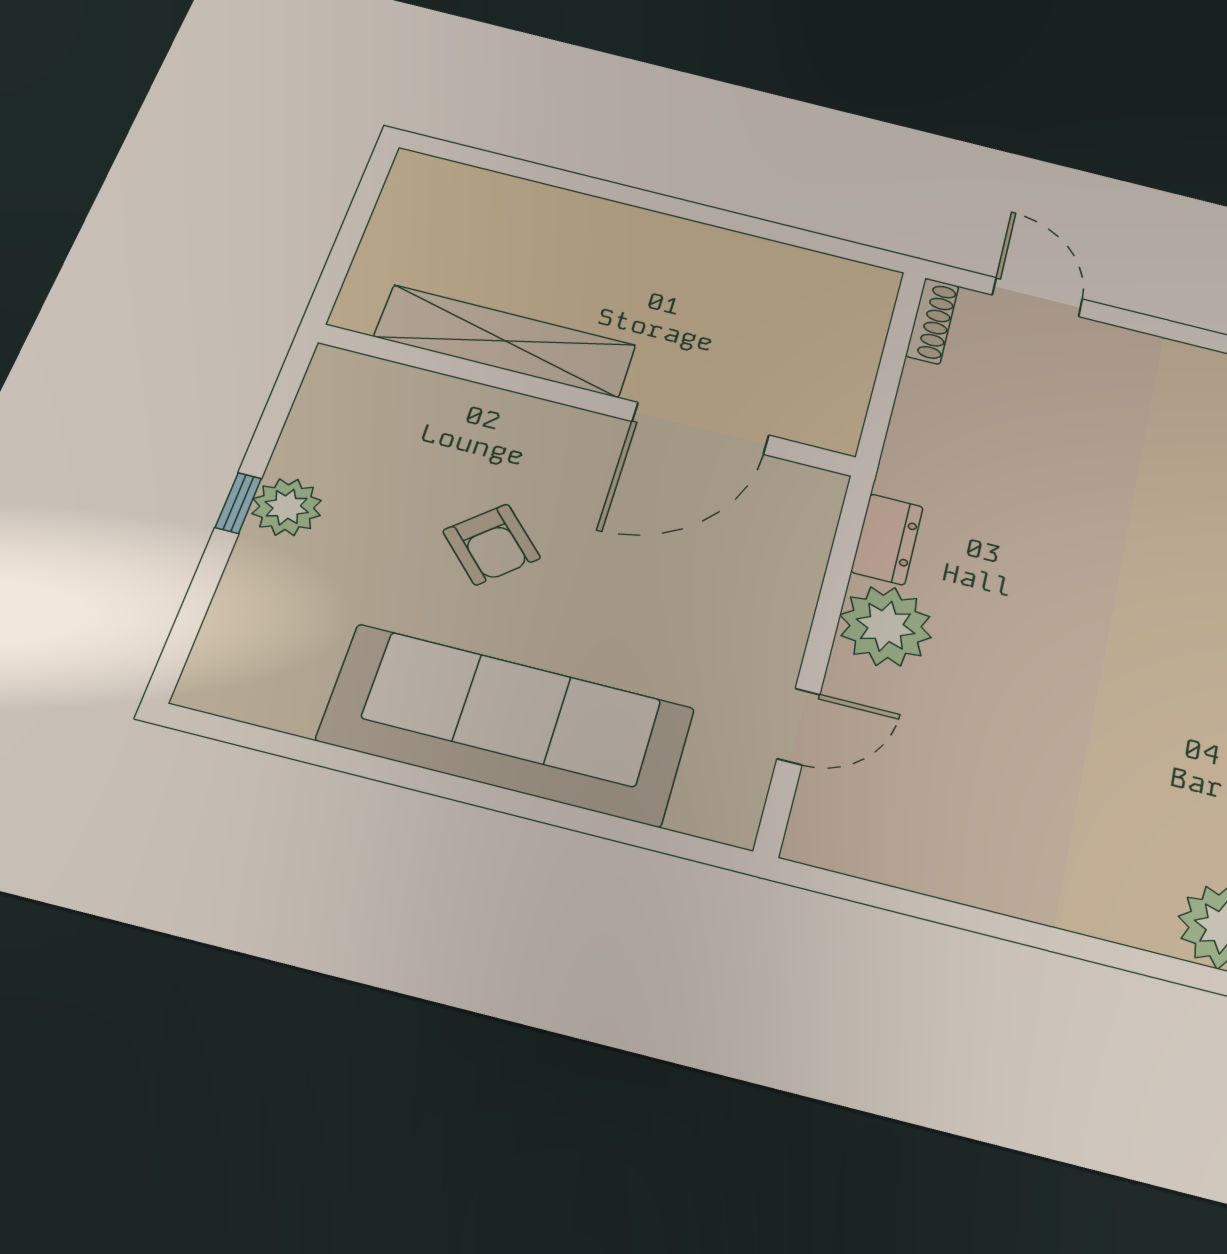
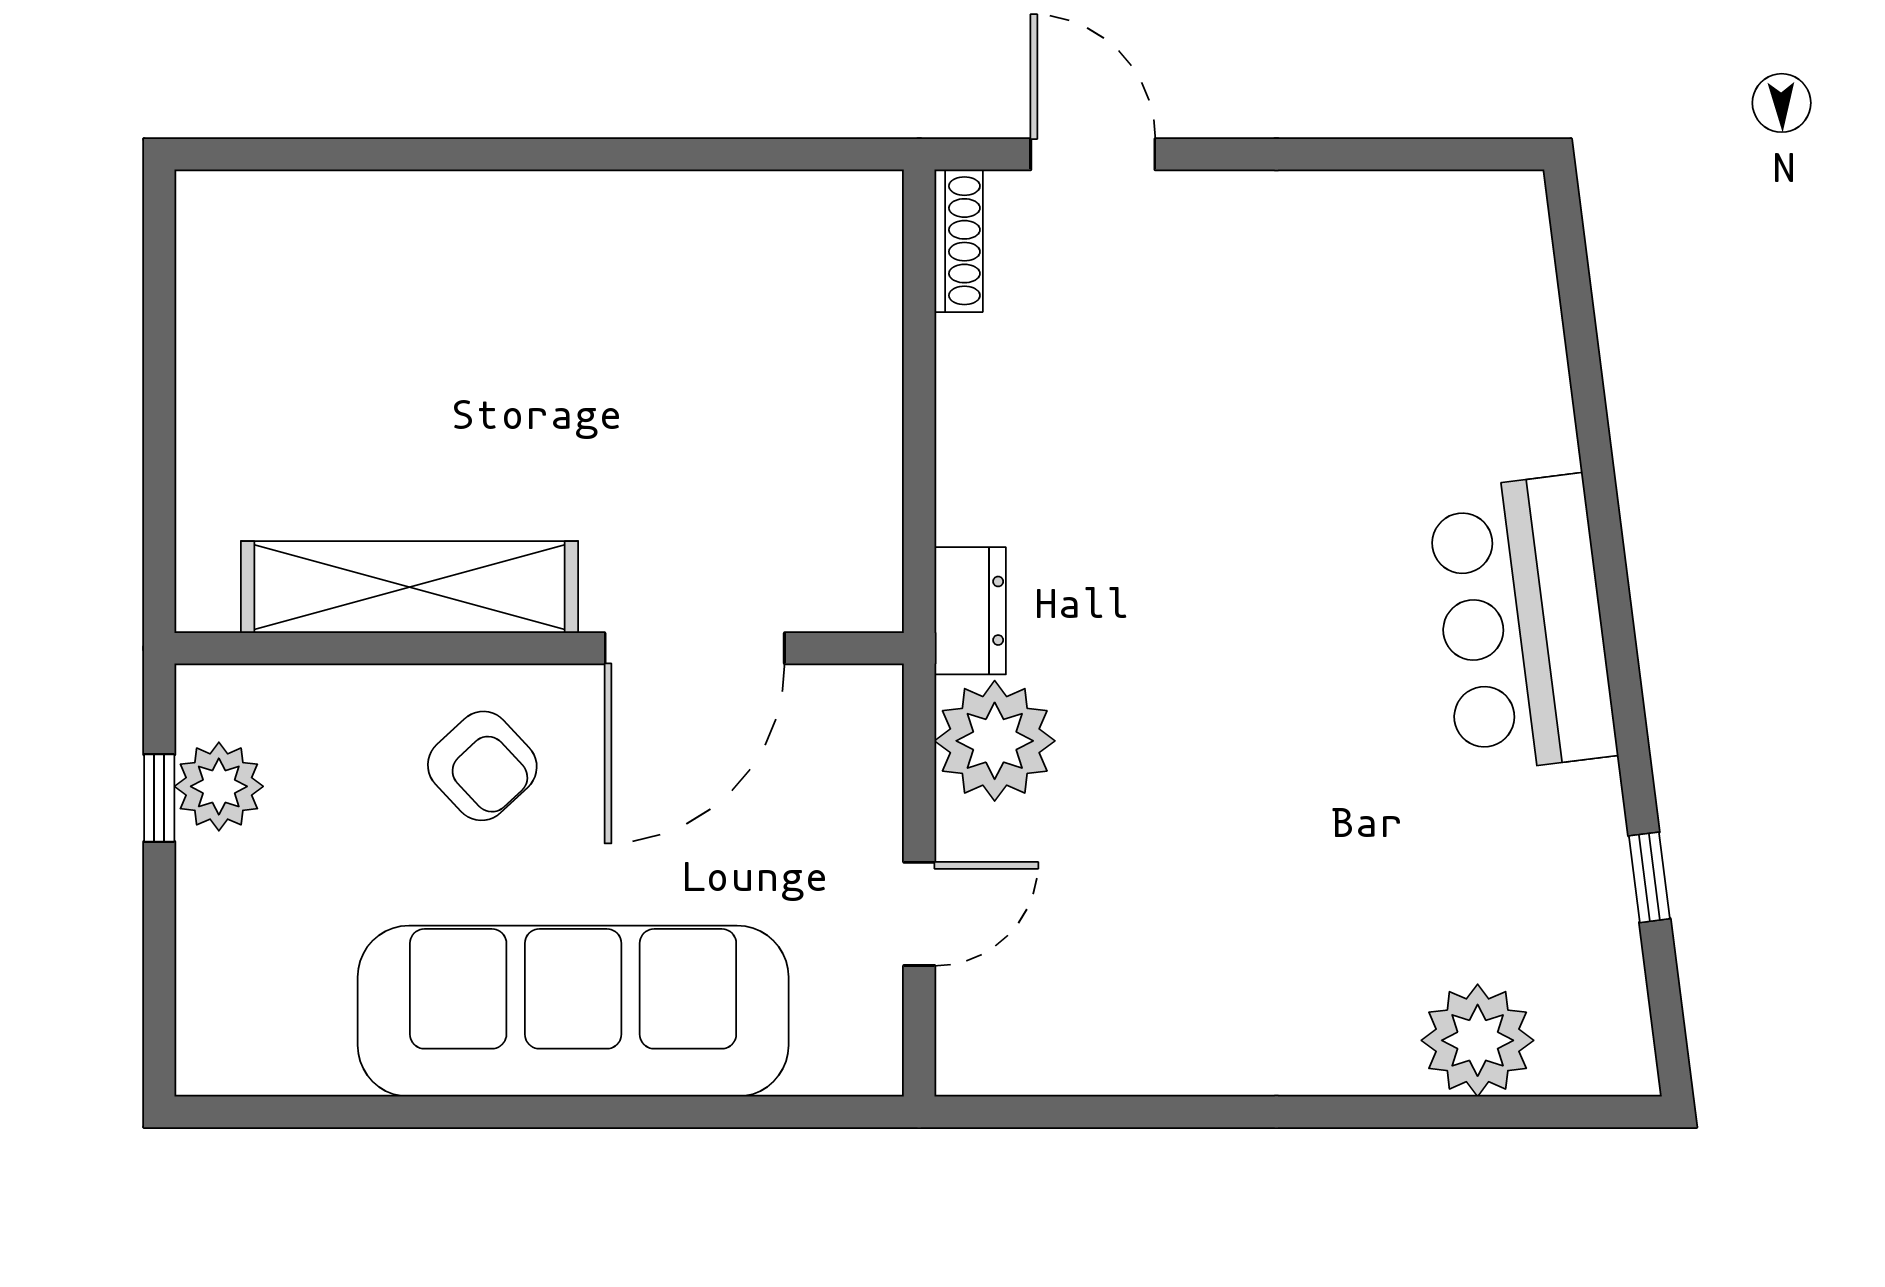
shelving: (505, 341) -> (409, 587), moved
wall: (587, 400) -> (539, 648), moved
door: (700, 428) -> (695, 648), moved

